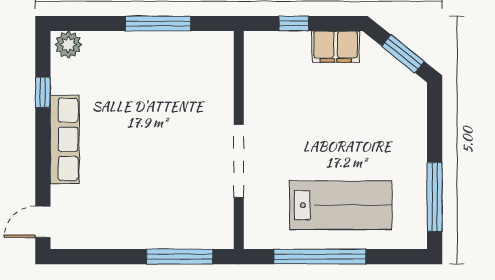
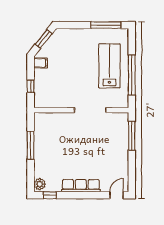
filing cabinet: (336, 47) -> (41, 63), width x0.50
window: (43, 92) -> (50, 195), moved
door: (43, 222) -> (117, 195), swing flipped

